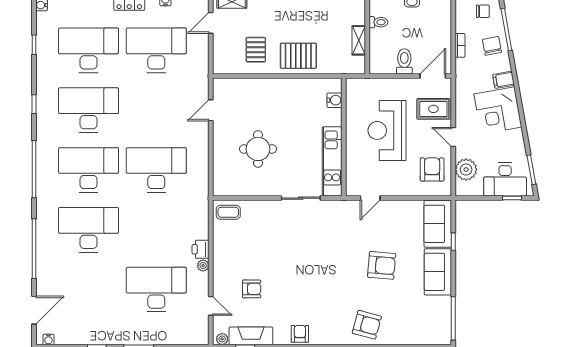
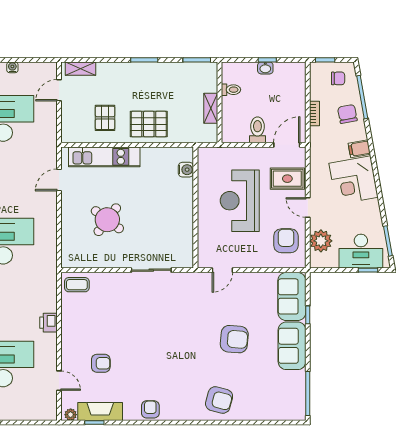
round table: (258, 149) -> (107, 220), turned 37
kitchen unit: (332, 161) -> (104, 157), moved, turned -90
plant: (203, 266) -> (51, 339), removed

